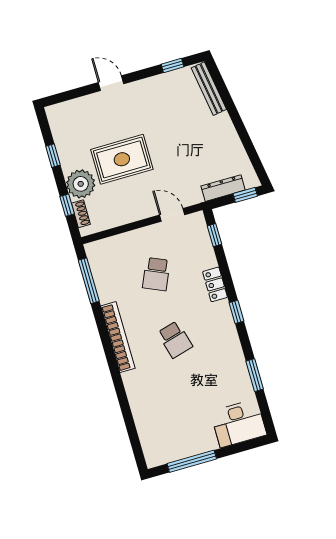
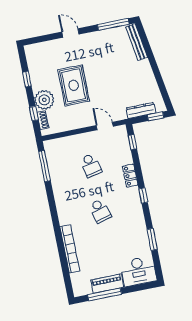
window: (173, 65) -> (113, 24), width x2.17
rug: (122, 159) -> (74, 85), turned 90
school desk: (156, 274) -> (91, 165), turned -36
bookcase: (118, 337) -> (70, 249), moved
piano: (194, 445) -> (107, 284), added

